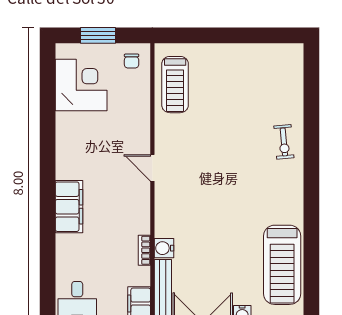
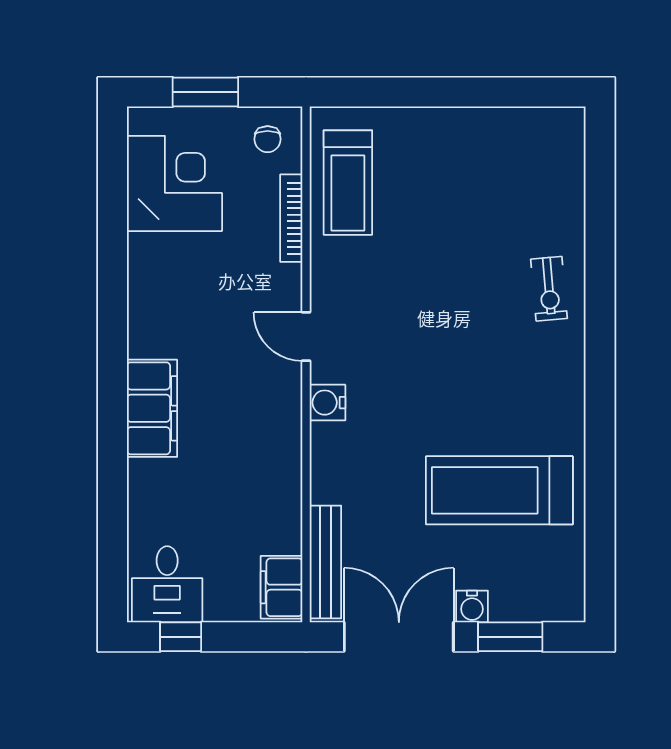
water cooler: (164, 248) -> (327, 403), moved
bookcase: (144, 250) -> (291, 218), moved, width x1.56
treadmill: (282, 265) -> (499, 490), moved, turned 90

